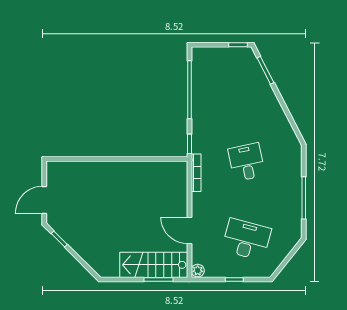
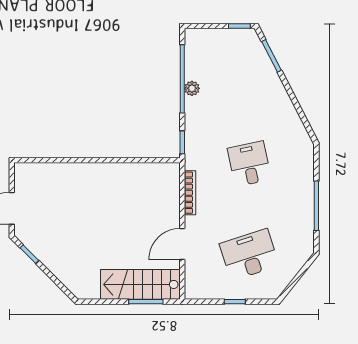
bookcase: (196, 173) -> (190, 193), moved
door: (189, 230) -> (182, 244), hinge flipped
desk: (247, 239) -> (249, 255), turned -33
plant: (198, 271) -> (192, 88), moved

